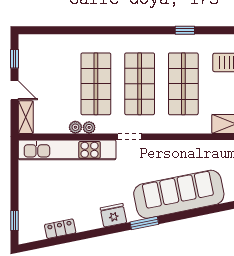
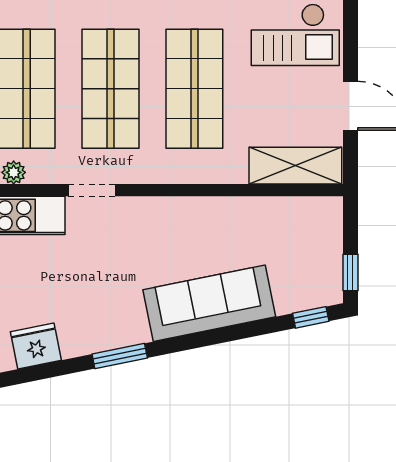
sofa: (179, 194) -> (209, 303), width x0.74, depth x0.79
fridge: (113, 215) -> (36, 346), moved

